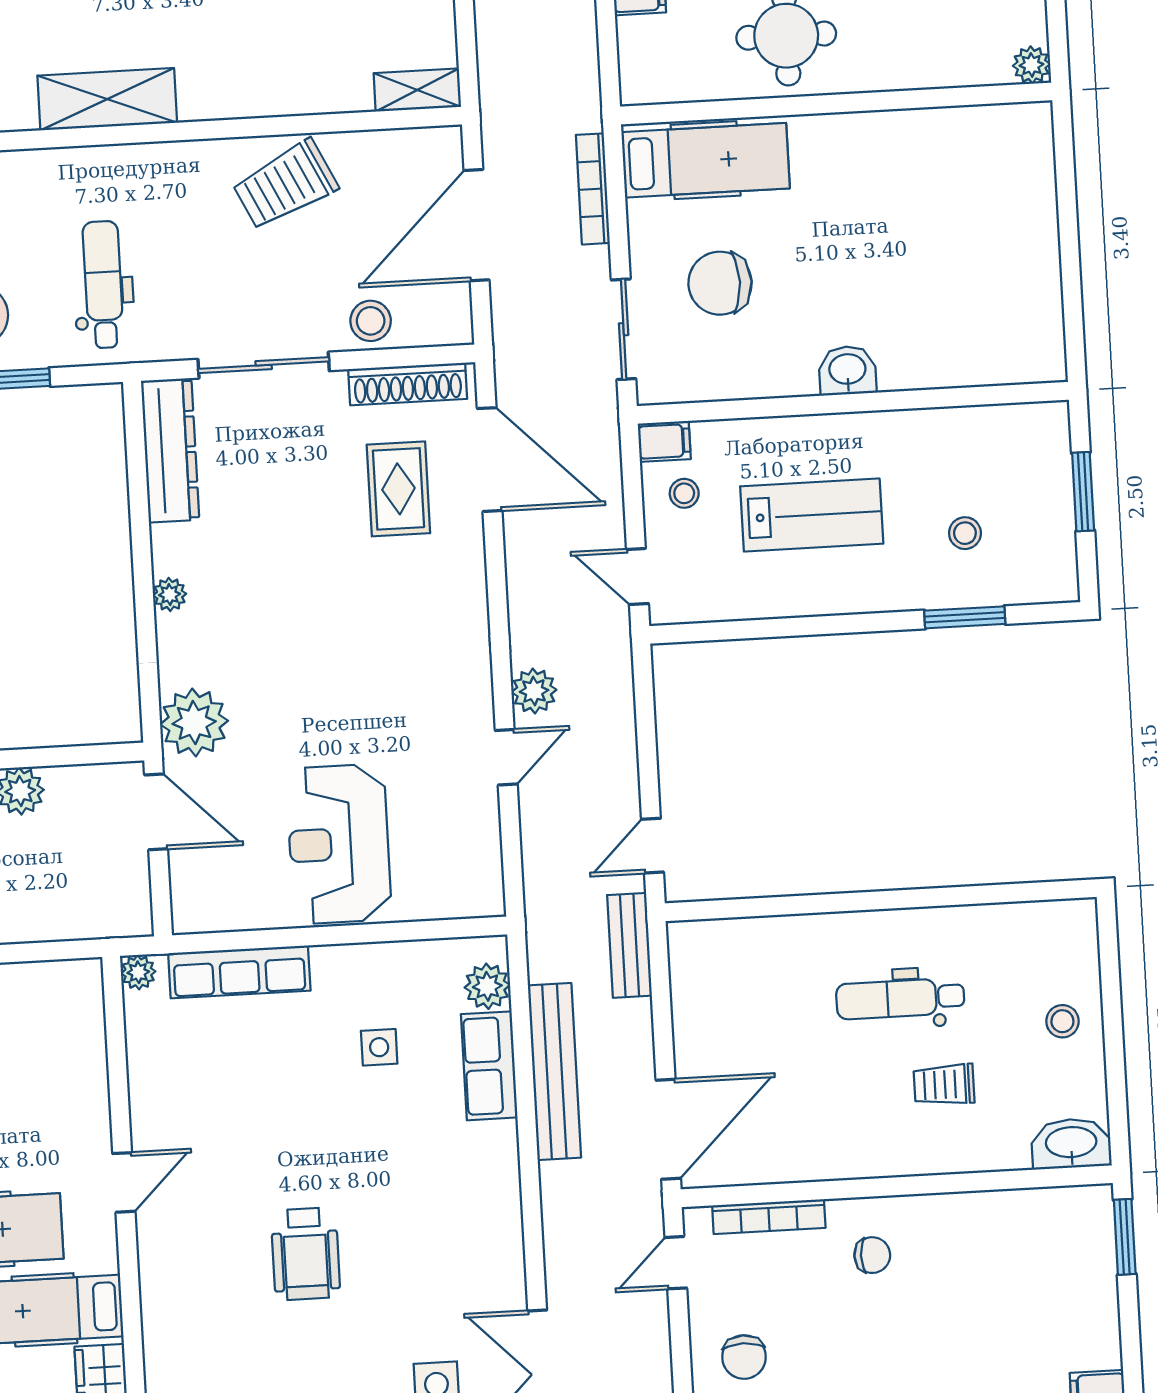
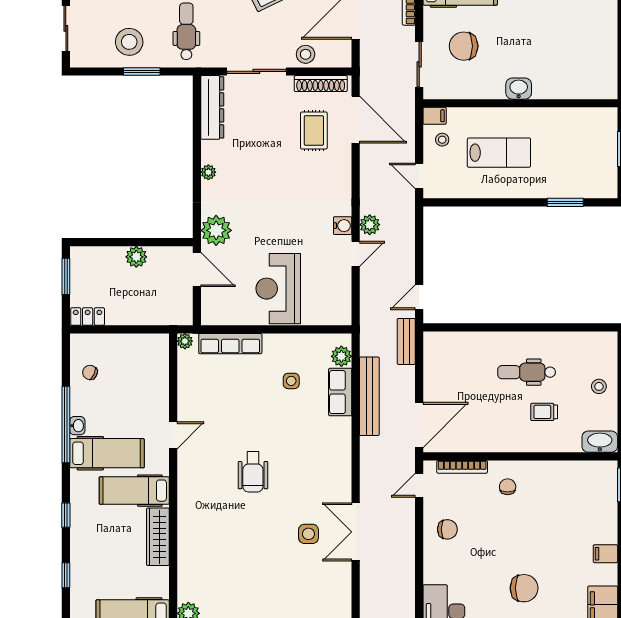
stool: (965, 533) -> (567, 165), removed
water cooler: (474, 696) -> (343, 226), added
chair: (872, 1255) -> (508, 487), turned -90
chair: (744, 1357) -> (447, 529), turned -90

